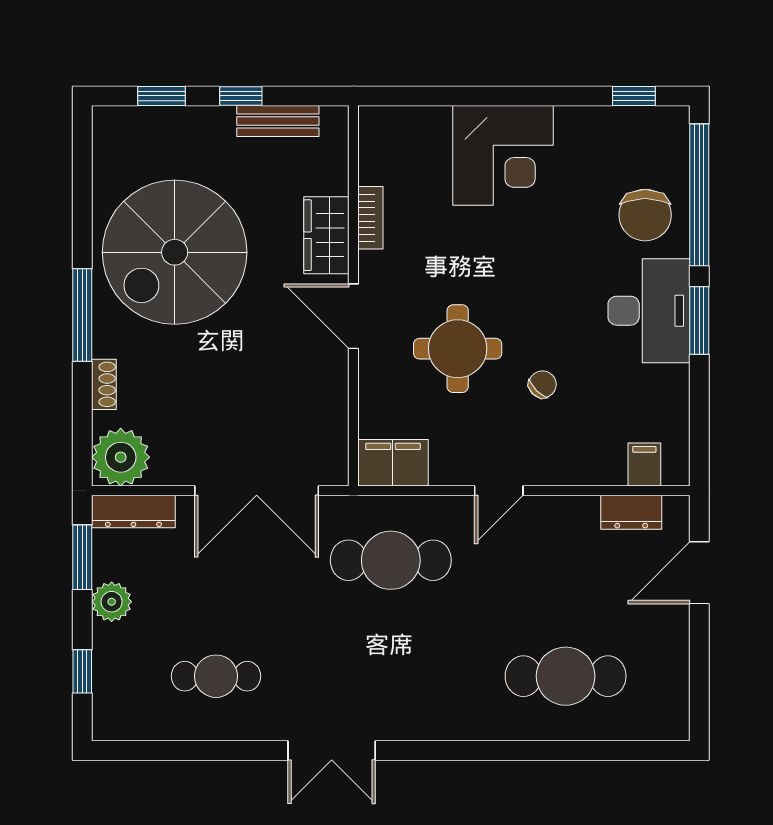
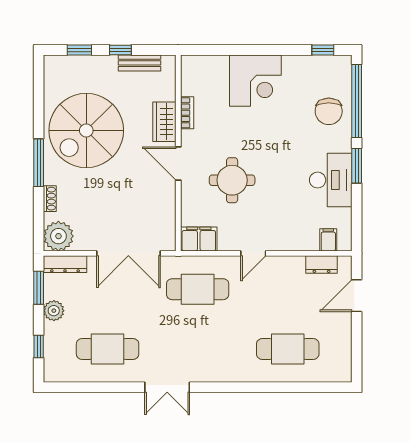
desk: (649, 311) -> (331, 180), moved
chair: (542, 384) -> (276, 199), removed
cafe table: (216, 676) -> (108, 349), width x1.37, depth x1.35

